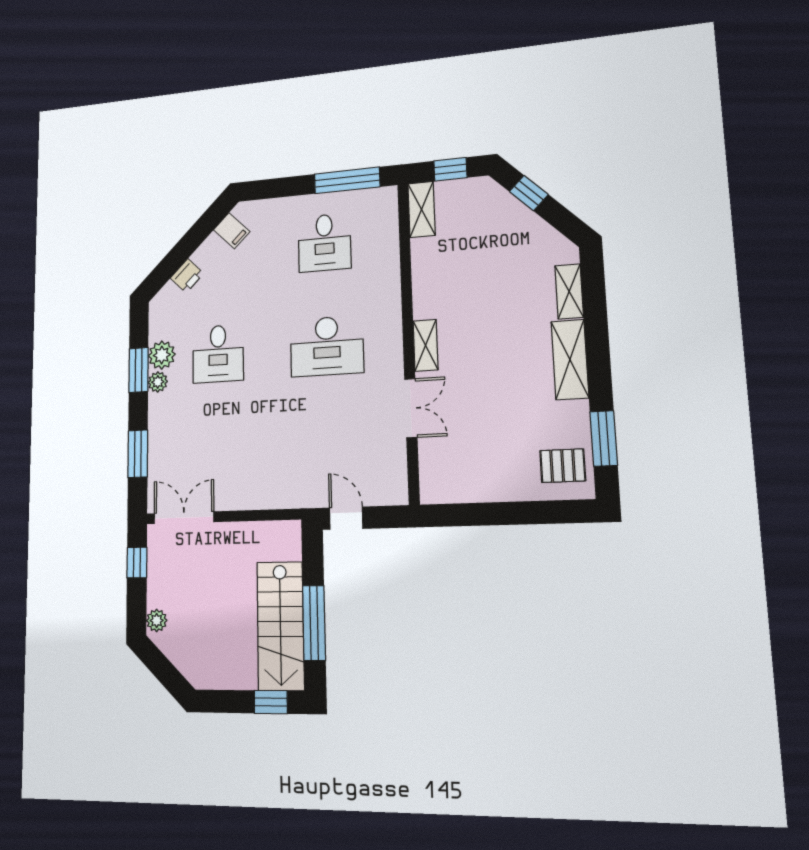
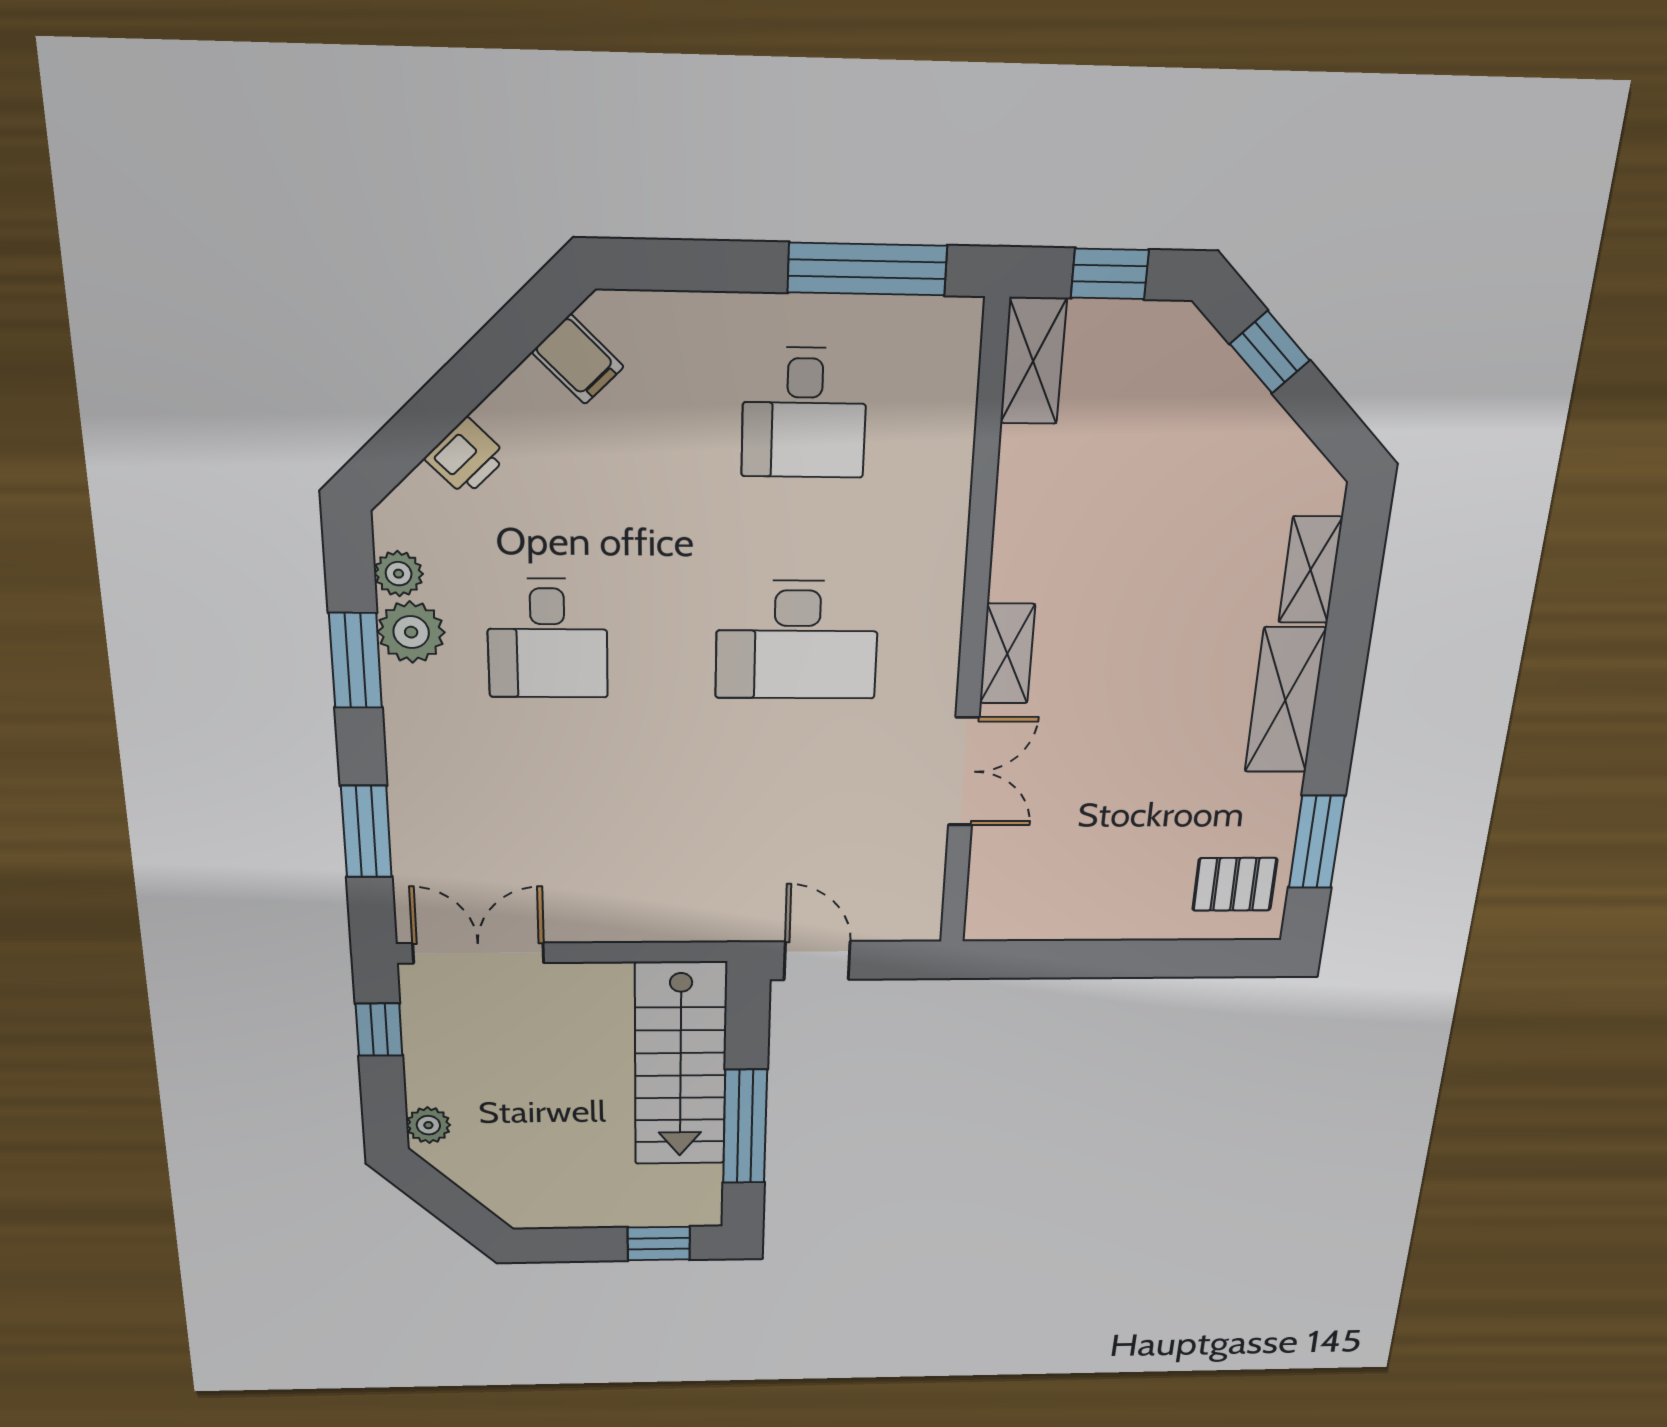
plant: (158, 382) -> (399, 574), moved
stairs: (280, 626) -> (680, 1065), moved

